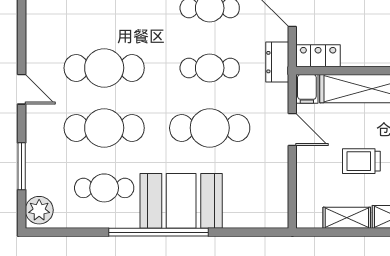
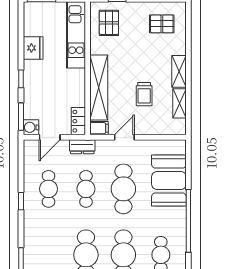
booth: (181, 201) -> (169, 181), moved

